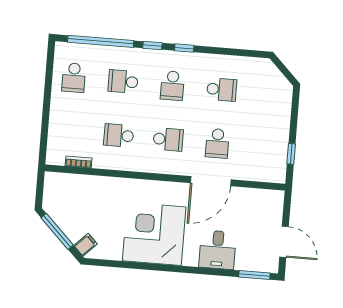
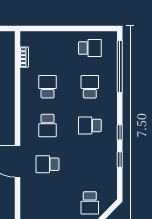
window: (152, 45) -> (120, 159), moved
school desk: (74, 78) -> (90, 48), turned 180
school desk: (222, 89) -> (90, 203), moved

